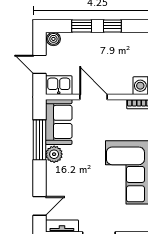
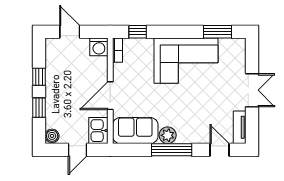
window: (40, 140) -> (172, 150), moved

